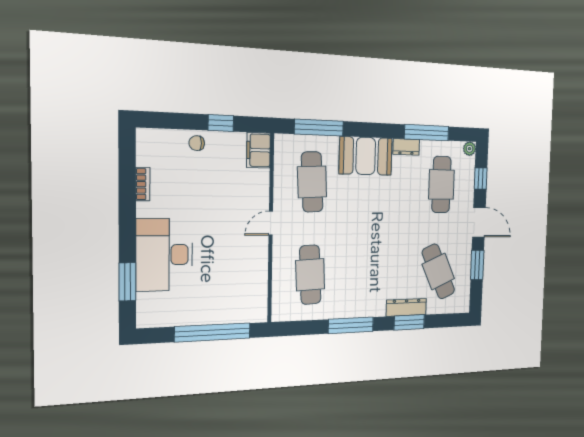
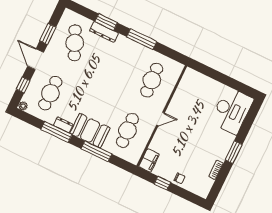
window: (319, 128) -> (96, 151), moved
window: (427, 133) -> (56, 132), moved
desk: (164, 255) -> (232, 111), moved
window: (127, 282) -> (234, 152), moved
window: (213, 332) -> (218, 76), removed

